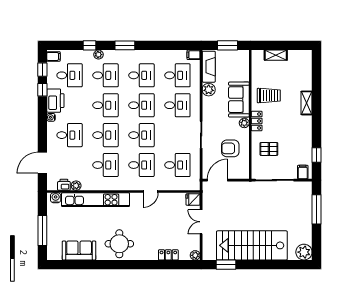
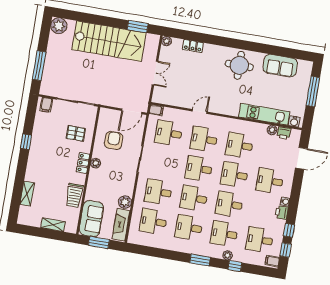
filing cabinet: (194, 55) -> (156, 110), moved
trolley: (269, 96) -> (74, 196), moved, turned -90
sofa: (239, 100) -> (91, 219), moved
printer: (55, 101) -> (282, 212), width x0.53, depth x0.68
shelving: (307, 103) -> (27, 194), moved
armchair: (230, 148) -> (114, 140), turned -90
window: (316, 155) -> (26, 142), moved
fridge: (193, 199) -> (159, 96), removed
kitchen unit: (96, 200) -> (264, 114), width x0.73

